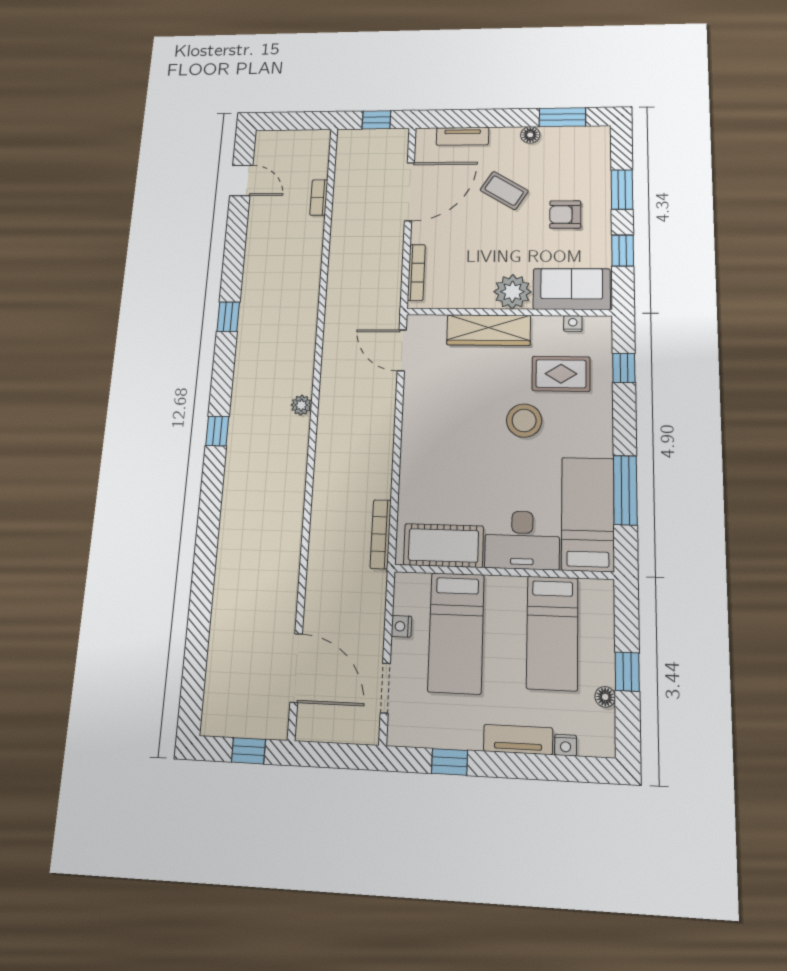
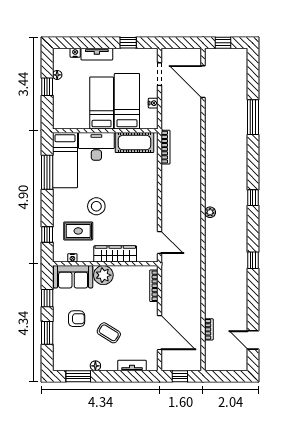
door: (409, 192) -> (160, 333), swing flipped
window: (202, 589) -> (253, 117), added
bed: (552, 633) -> (102, 103), moved

